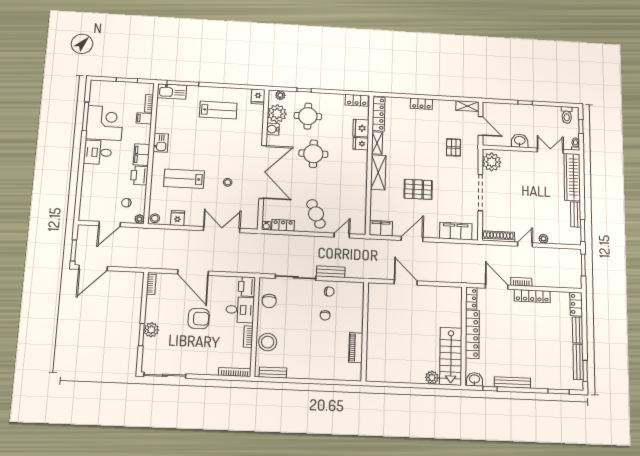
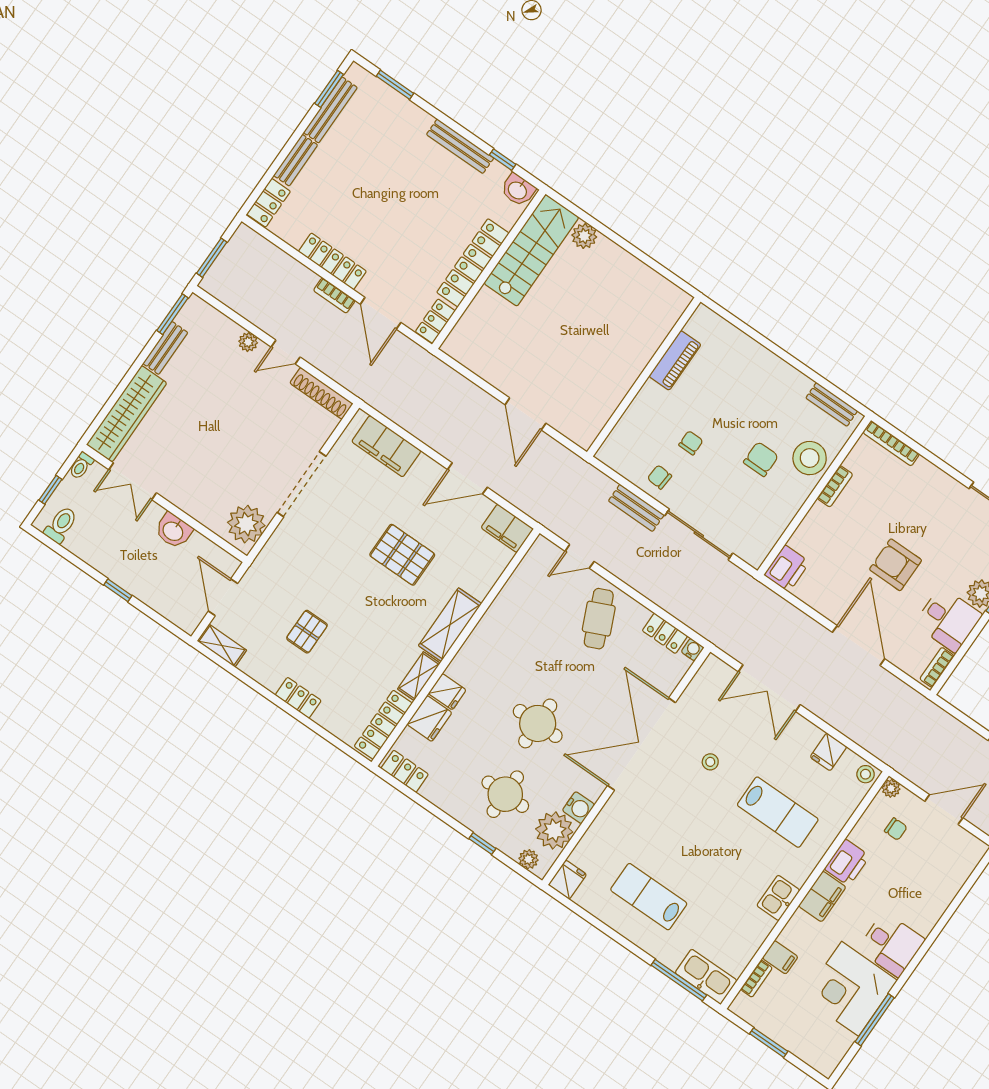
pallet: (453, 147) -> (307, 632), moved
chair: (269, 301) -> (761, 459), moved
desk: (240, 310) -> (948, 619), moved, turned 180

